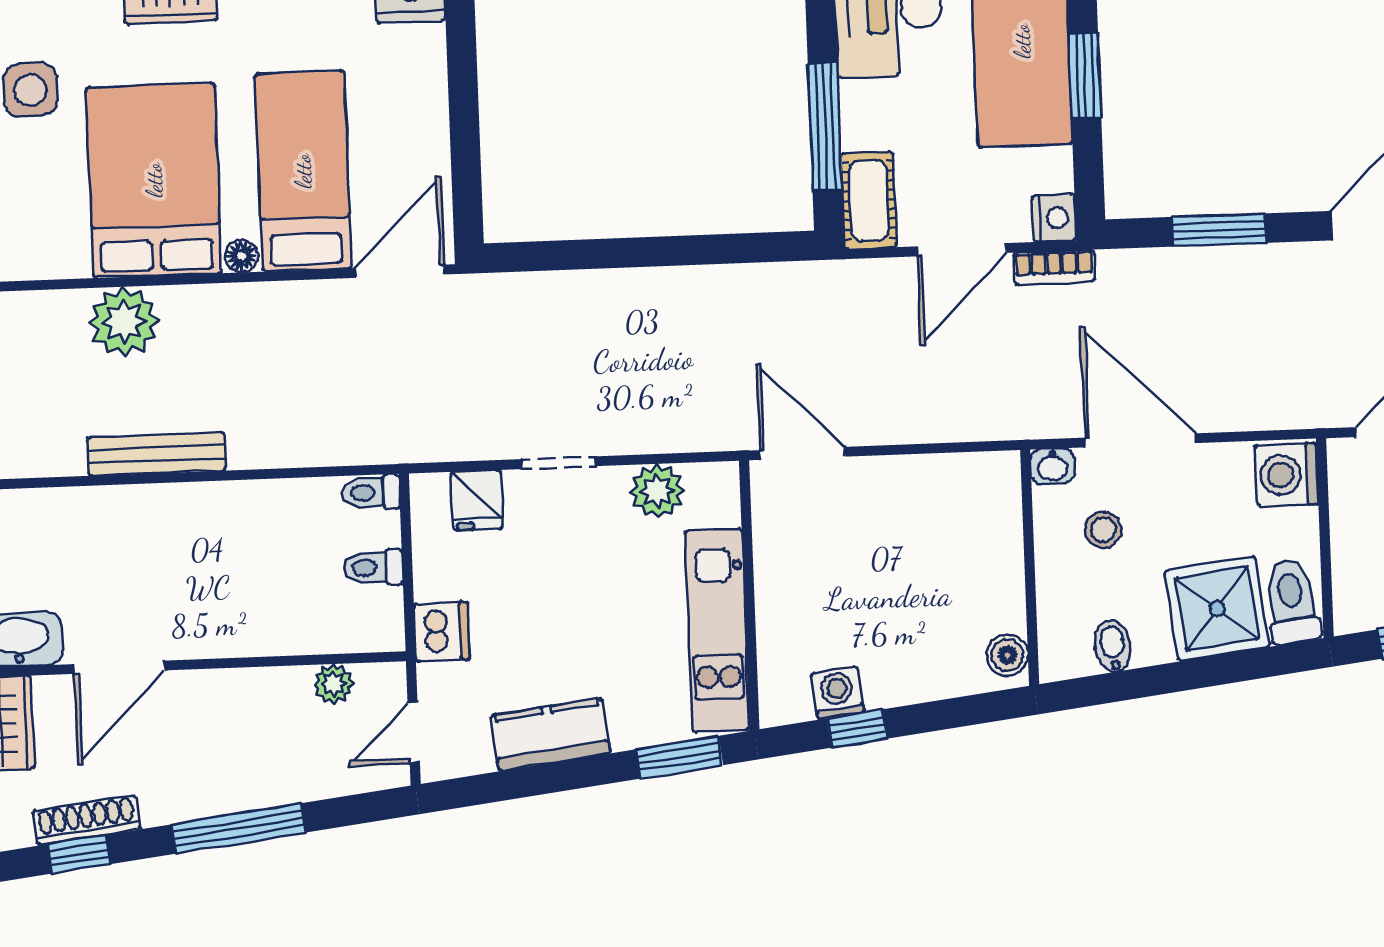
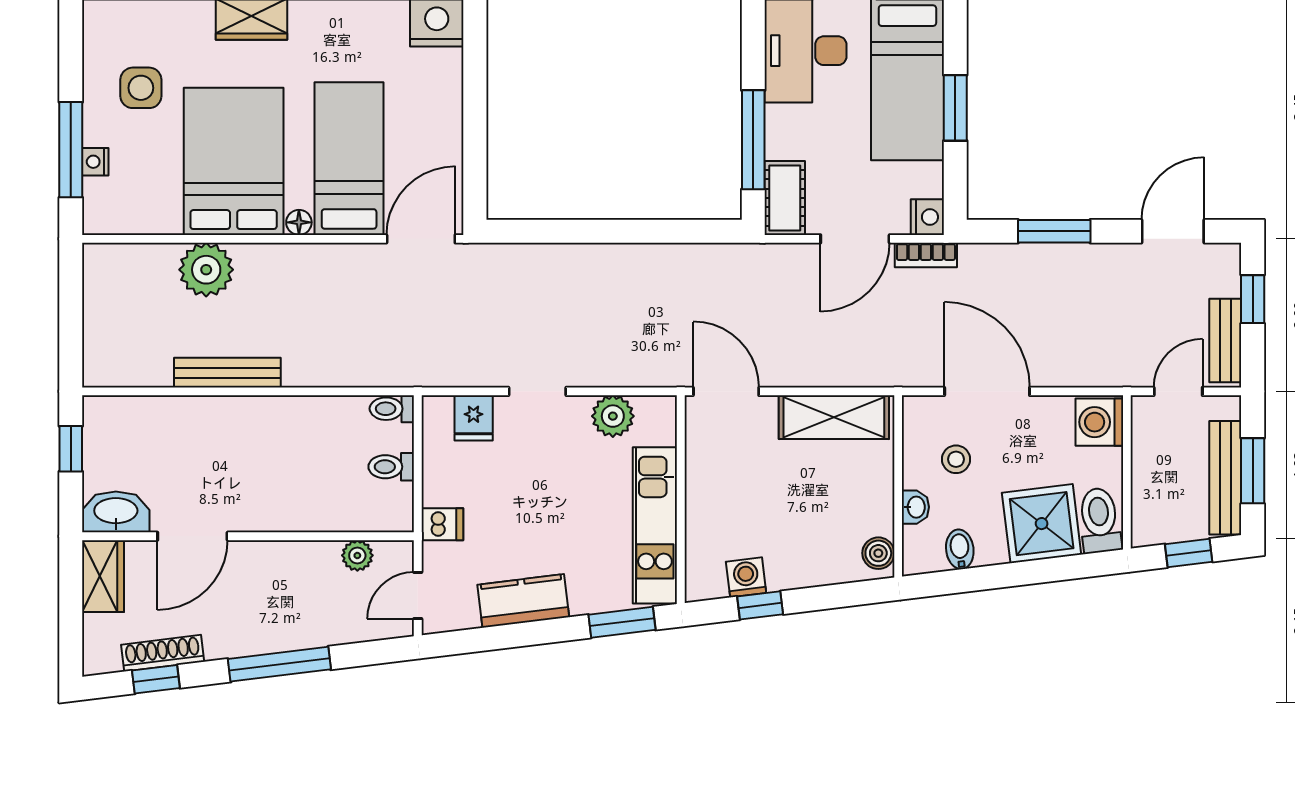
washbasin: (1052, 466) -> (915, 507), moved, turned -90
shelving: (943, 481) -> (834, 417), added
dishwasher: (442, 632) -> (442, 524), width x0.73

